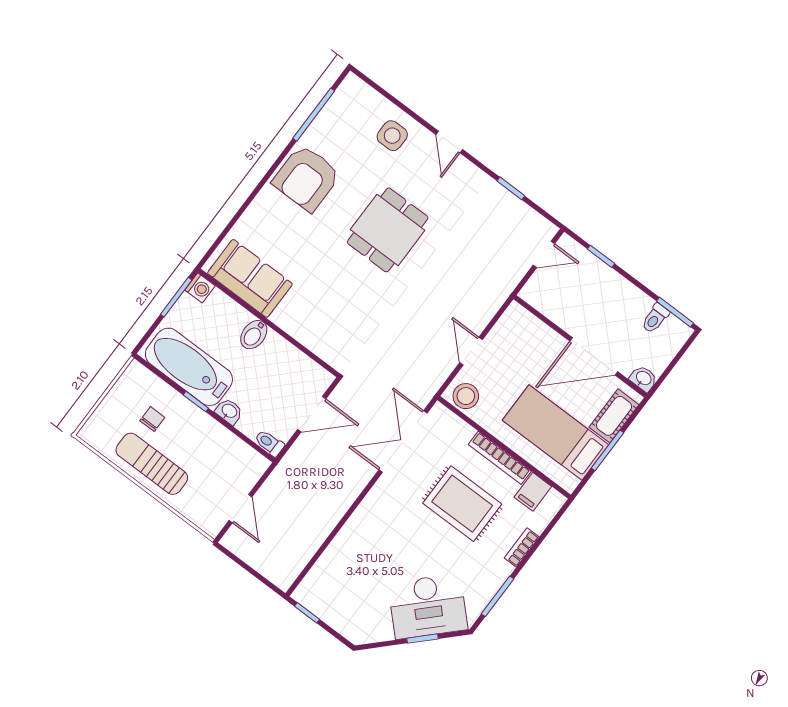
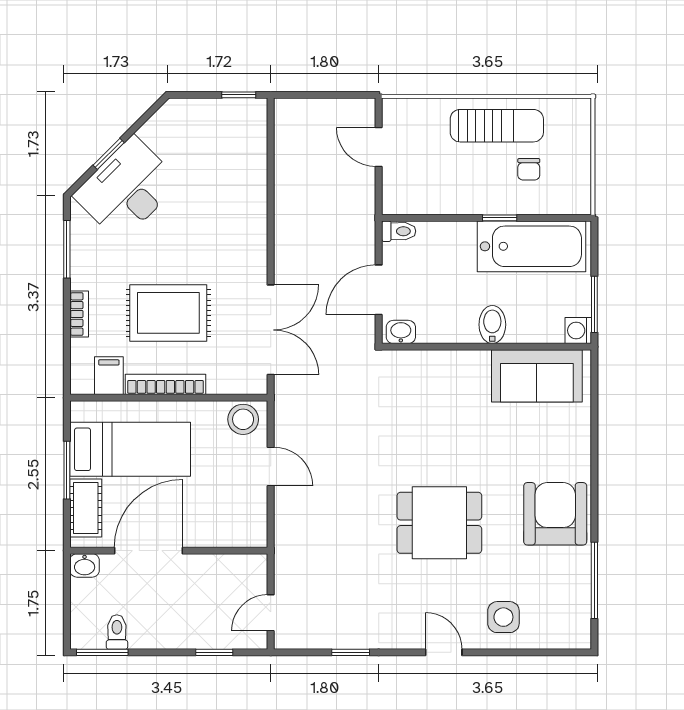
dining table: (388, 230) -> (439, 523), turned 90
washbasin: (229, 411) -> (401, 332), moved, turned 180

